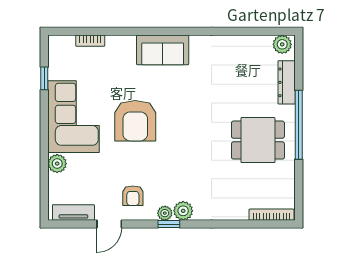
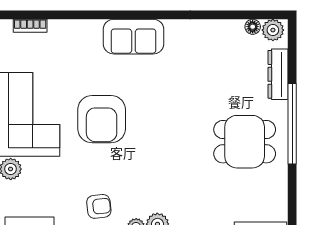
bookcase: (90, 41) -> (30, 26), moved
floor lamp: (265, 42) -> (253, 27), added
armchair: (133, 196) -> (99, 206), turned -96

